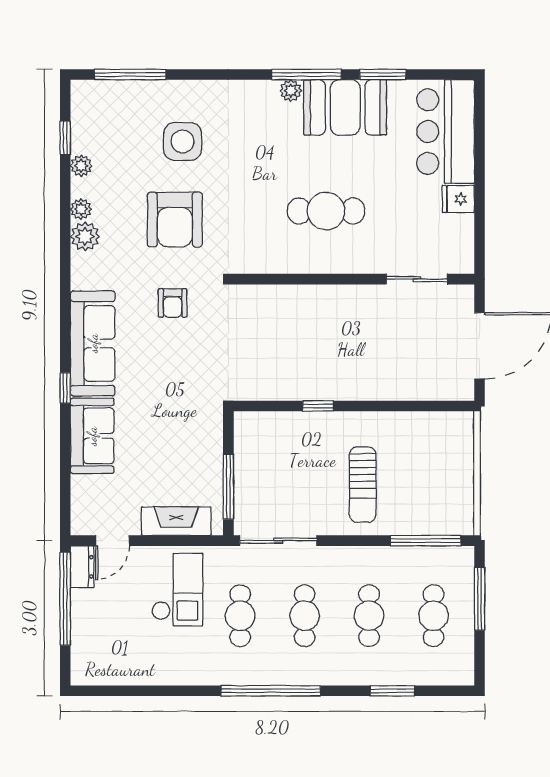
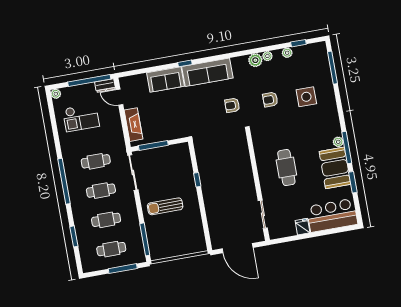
armchair: (175, 220) -> (270, 100), width x0.53, depth x0.53
checkout: (177, 590) -> (81, 118), moved
plant: (81, 675) -> (56, 94), added

